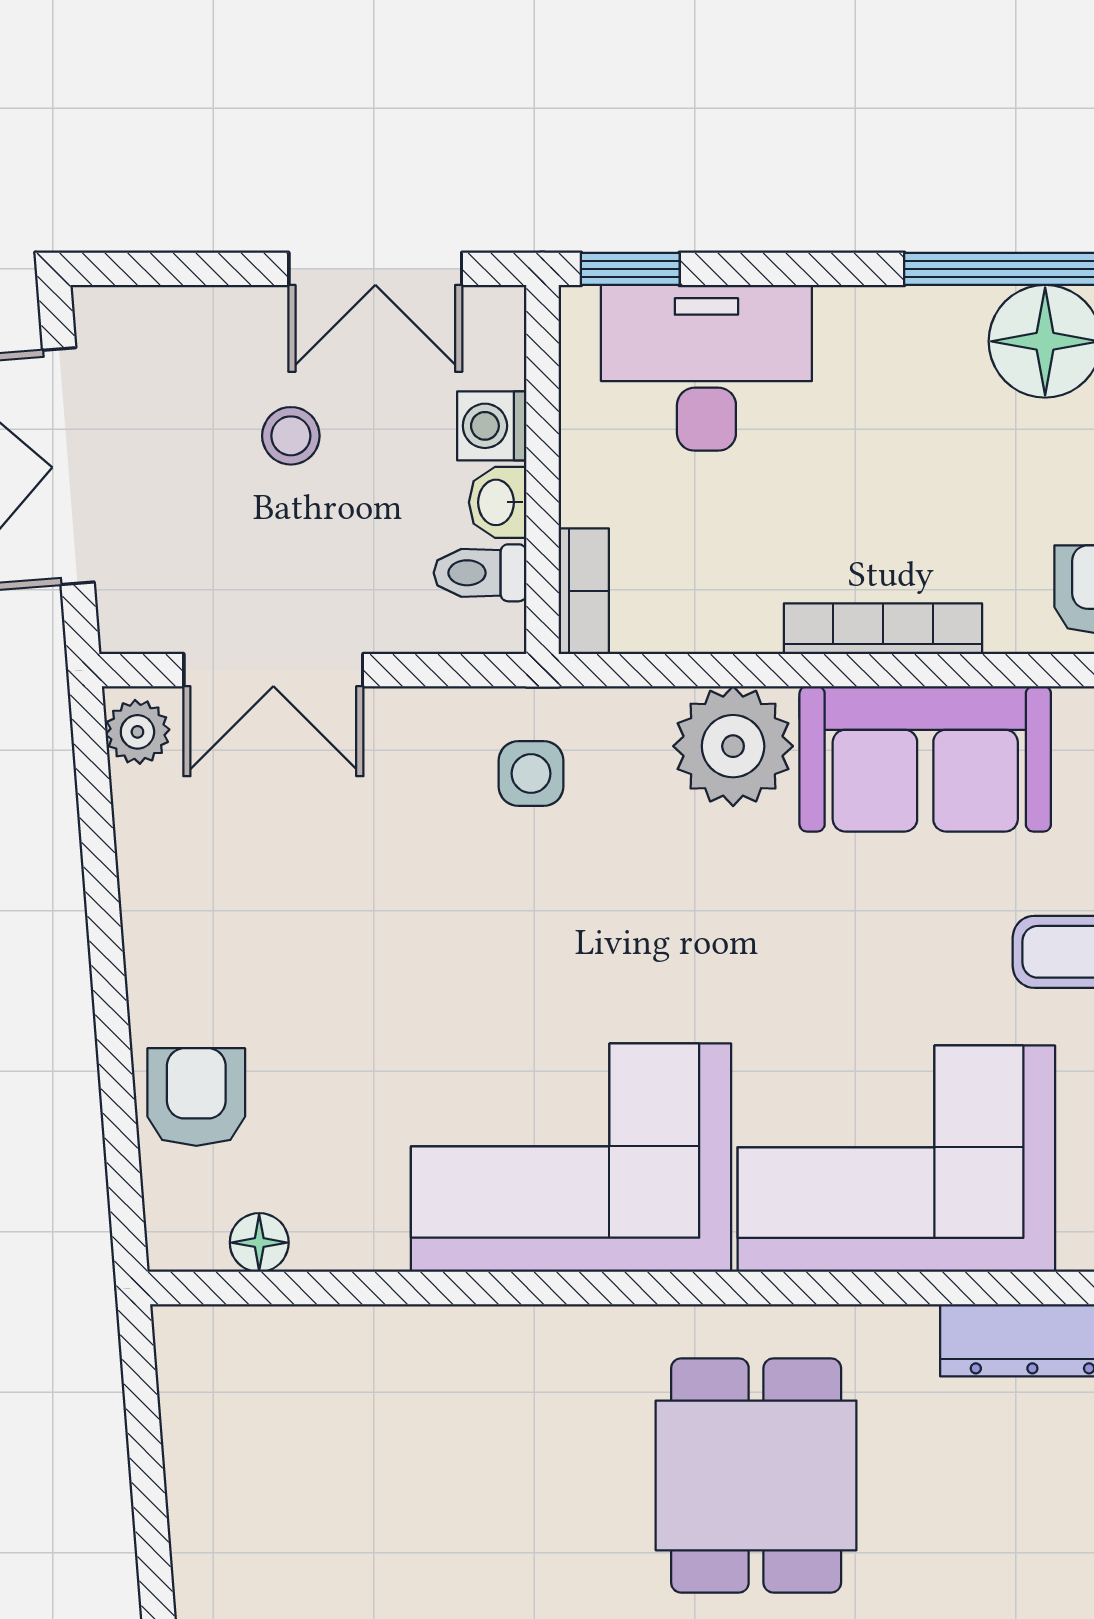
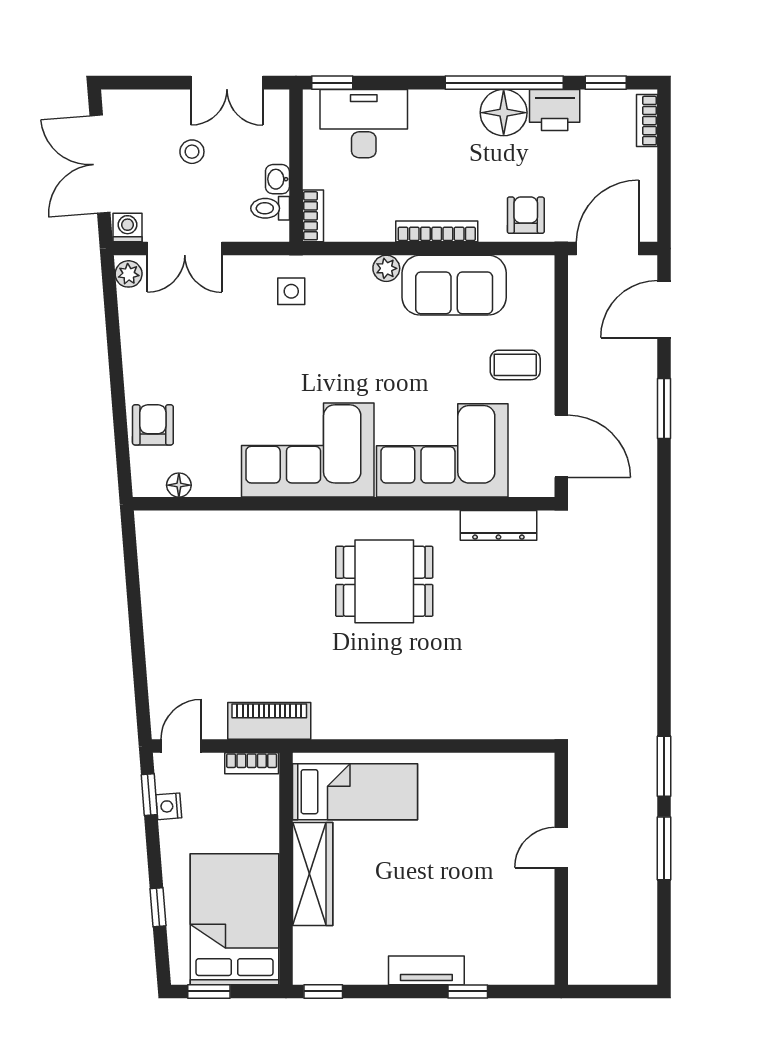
washing machine: (492, 426) -> (128, 228), moved, turned 90
plant: (733, 746) -> (386, 268), width x0.53, depth x0.53
dining table: (756, 1475) -> (384, 581), turned 90

